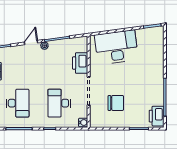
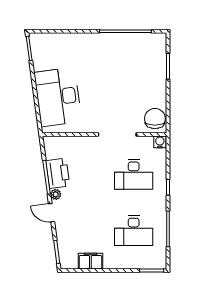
printer: (80, 63) -> (58, 173), moved, turned -98
desk: (18, 103) -> (134, 231), turned 180
chair: (116, 103) -> (155, 119), moved
printer: (157, 116) -> (151, 42), removed

